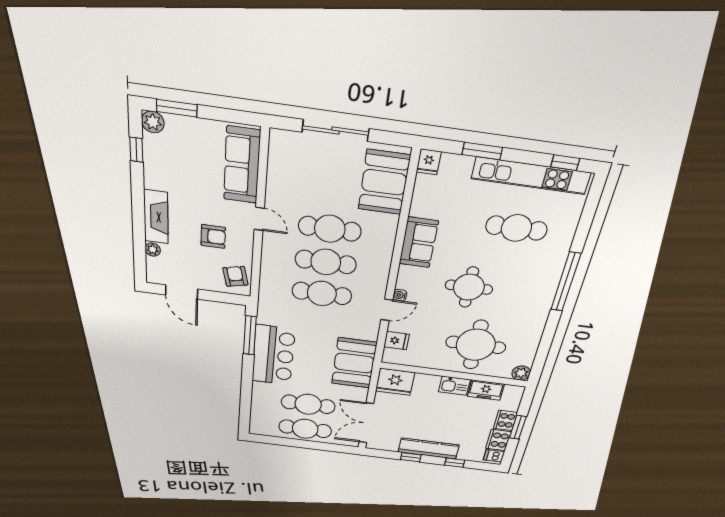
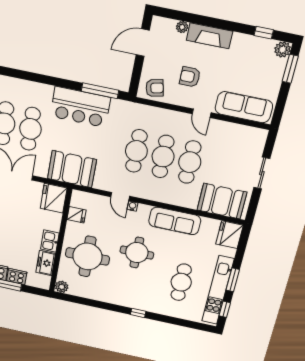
sliding door: (335, 130) -> (262, 173), width x0.73
window: (482, 151) -> (233, 280), moved
fridge: (429, 162) -> (229, 235), width x1.88, depth x1.34
door: (259, 219) -> (202, 113), hinge flipped
armchair: (213, 236) -> (190, 77), turned 90
sofa: (419, 242) -> (175, 221), width x1.36
window: (566, 282) -> (138, 313), width x0.32
fridge: (397, 341) -> (77, 215), moved, turned -90

